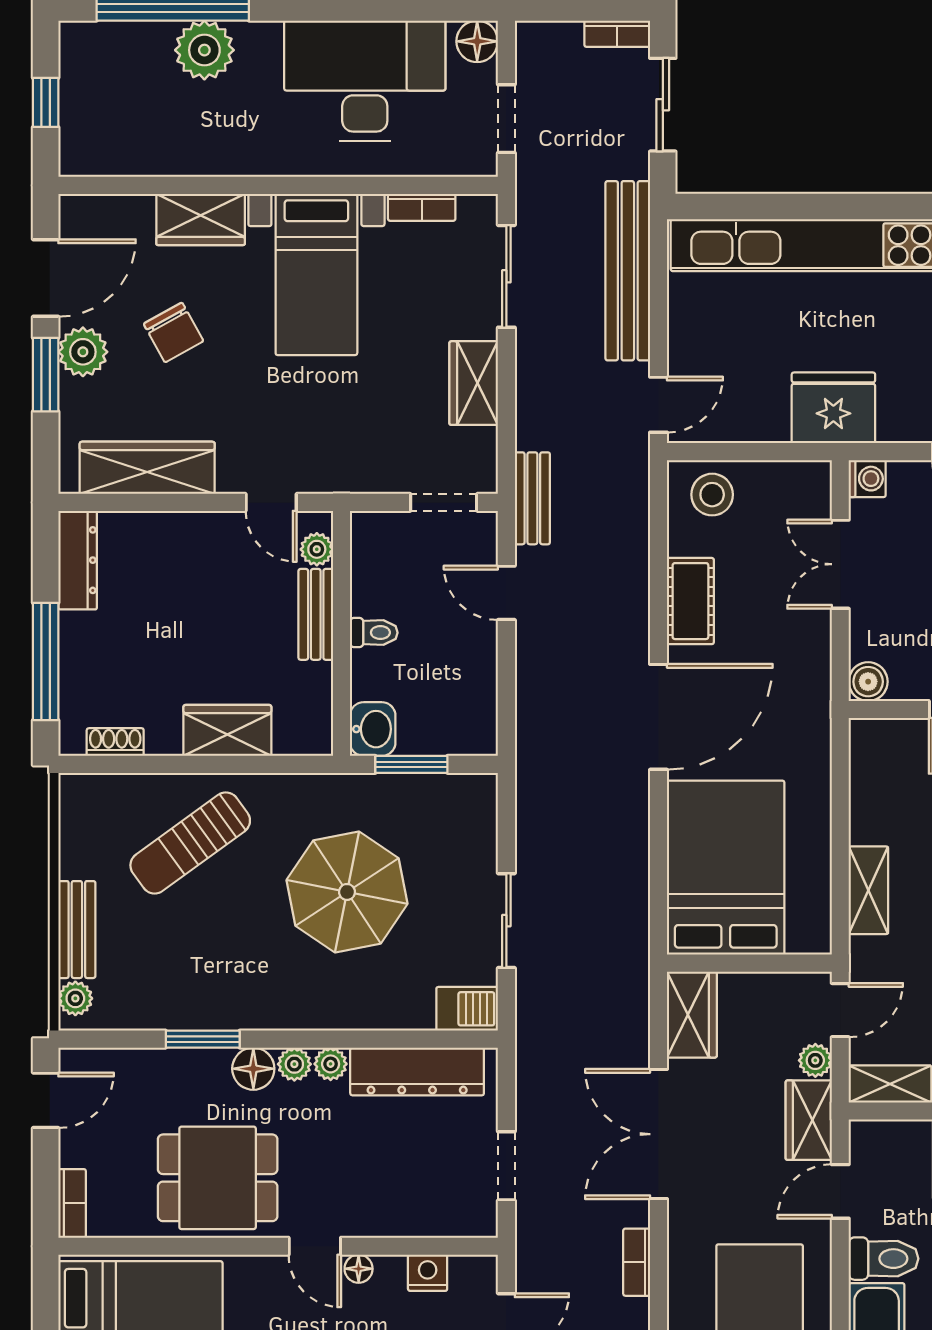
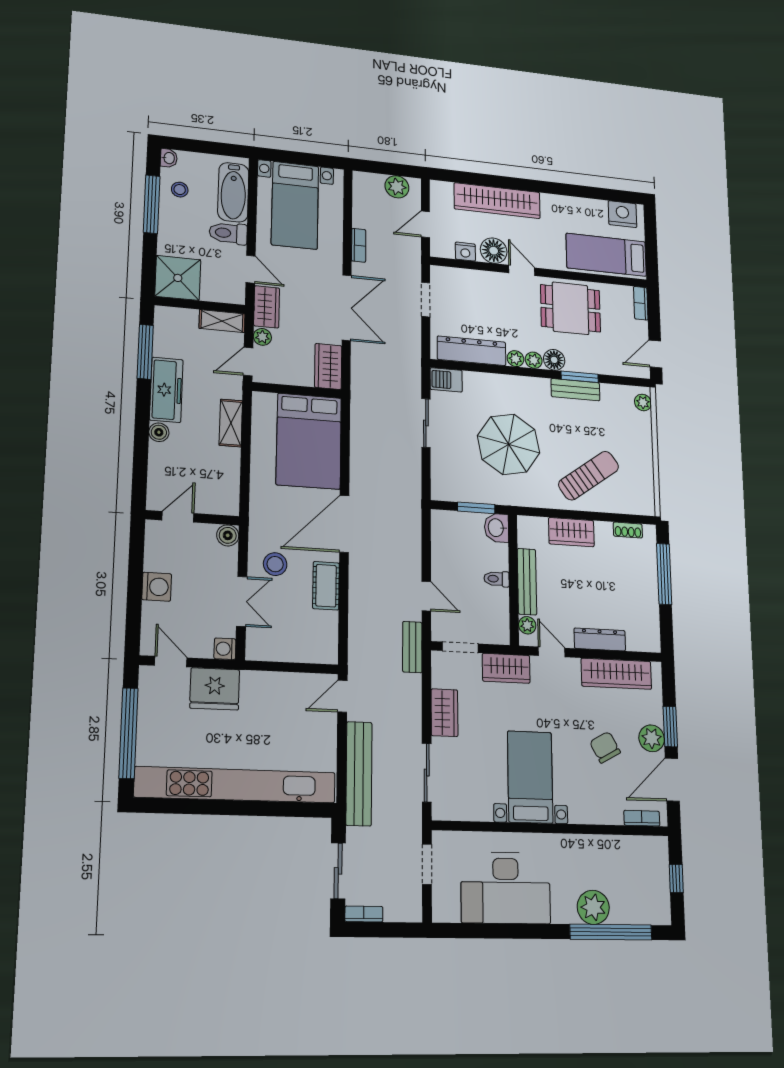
floor lamp: (477, 41) -> (443, 910), removed
bookcase: (422, 207) -> (642, 818), moved
wardrobe: (201, 220) -> (506, 668), moved, turned 180
fridge: (833, 408) -> (215, 689), moved
stool: (712, 495) -> (275, 564), moved
dresser: (78, 560) -> (600, 639), moved, turned 90
bench: (316, 614) -> (527, 582), width x1.36
bench: (77, 930) -> (575, 390), moved, turned 90
door: (840, 1191) -> (251, 269), hinge flipped
floor lamp: (359, 1269) -> (494, 251), width x1.89, depth x1.89

